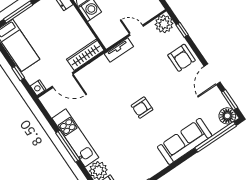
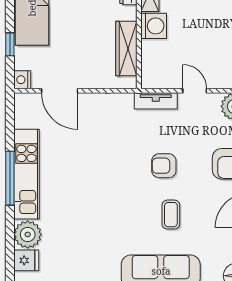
wardrobe: (85, 55) -> (126, 49), moved, turned -90
coffee table: (169, 107) -> (171, 215), added
armchair: (142, 108) -> (164, 166), moved

